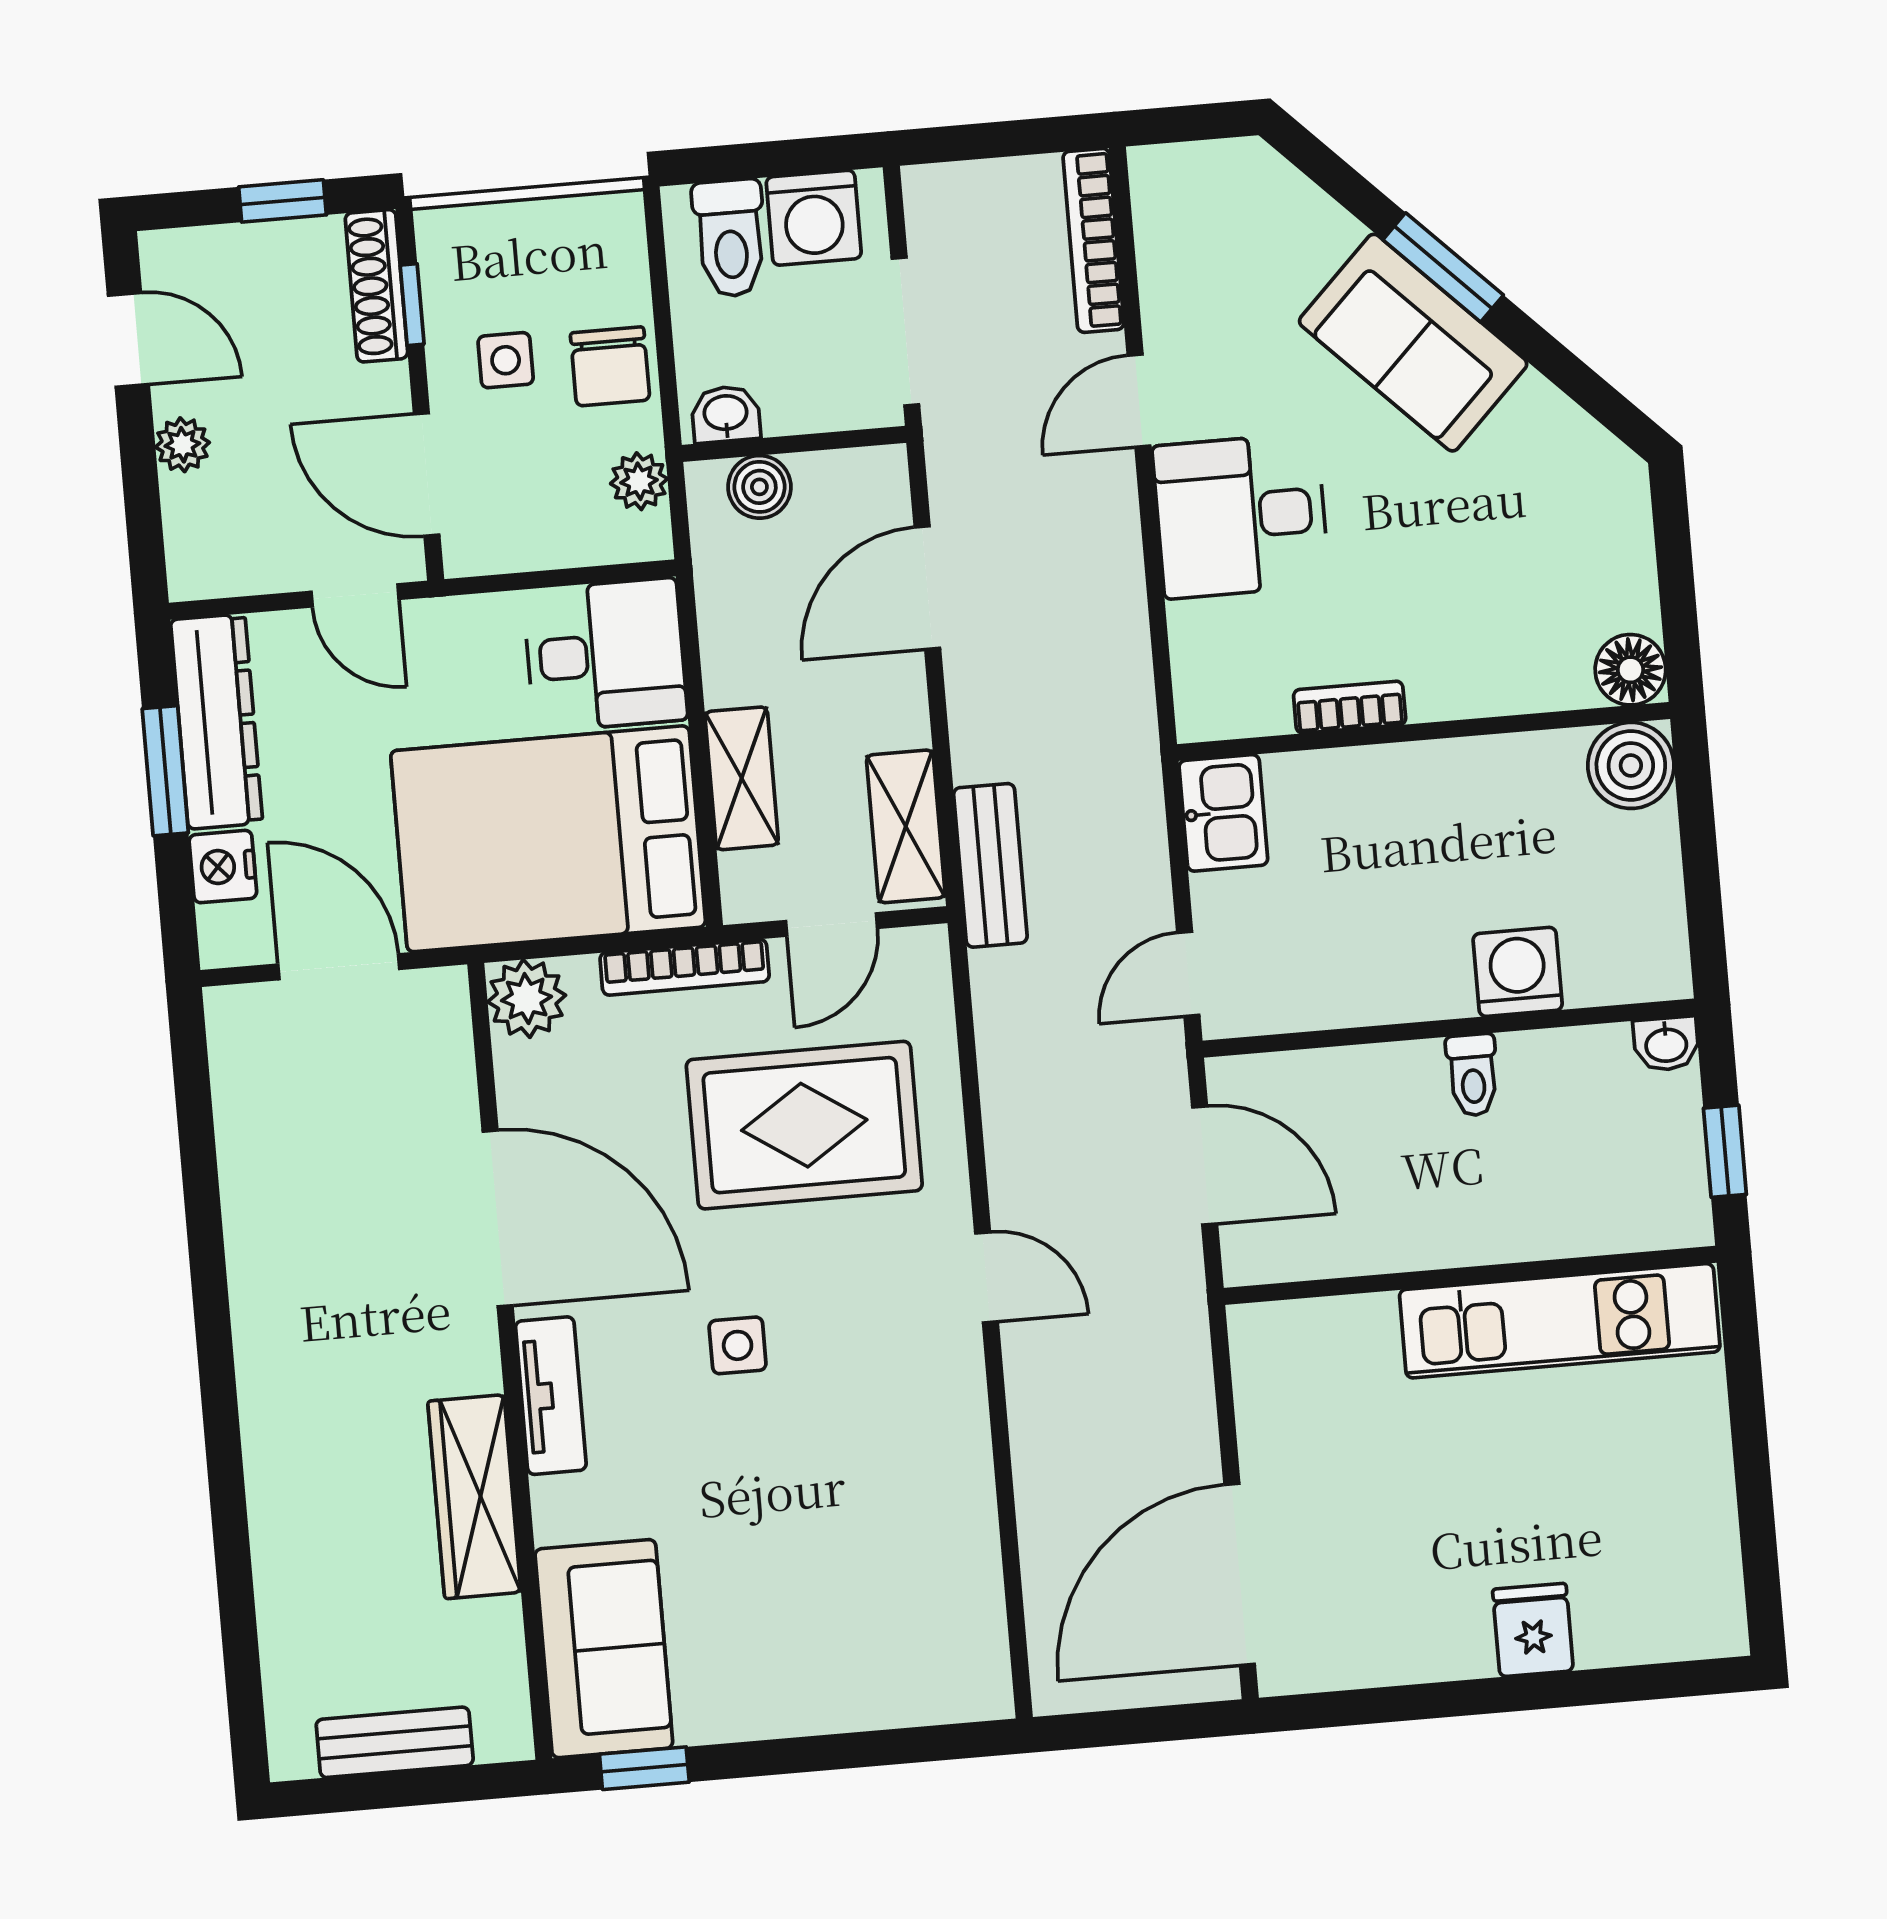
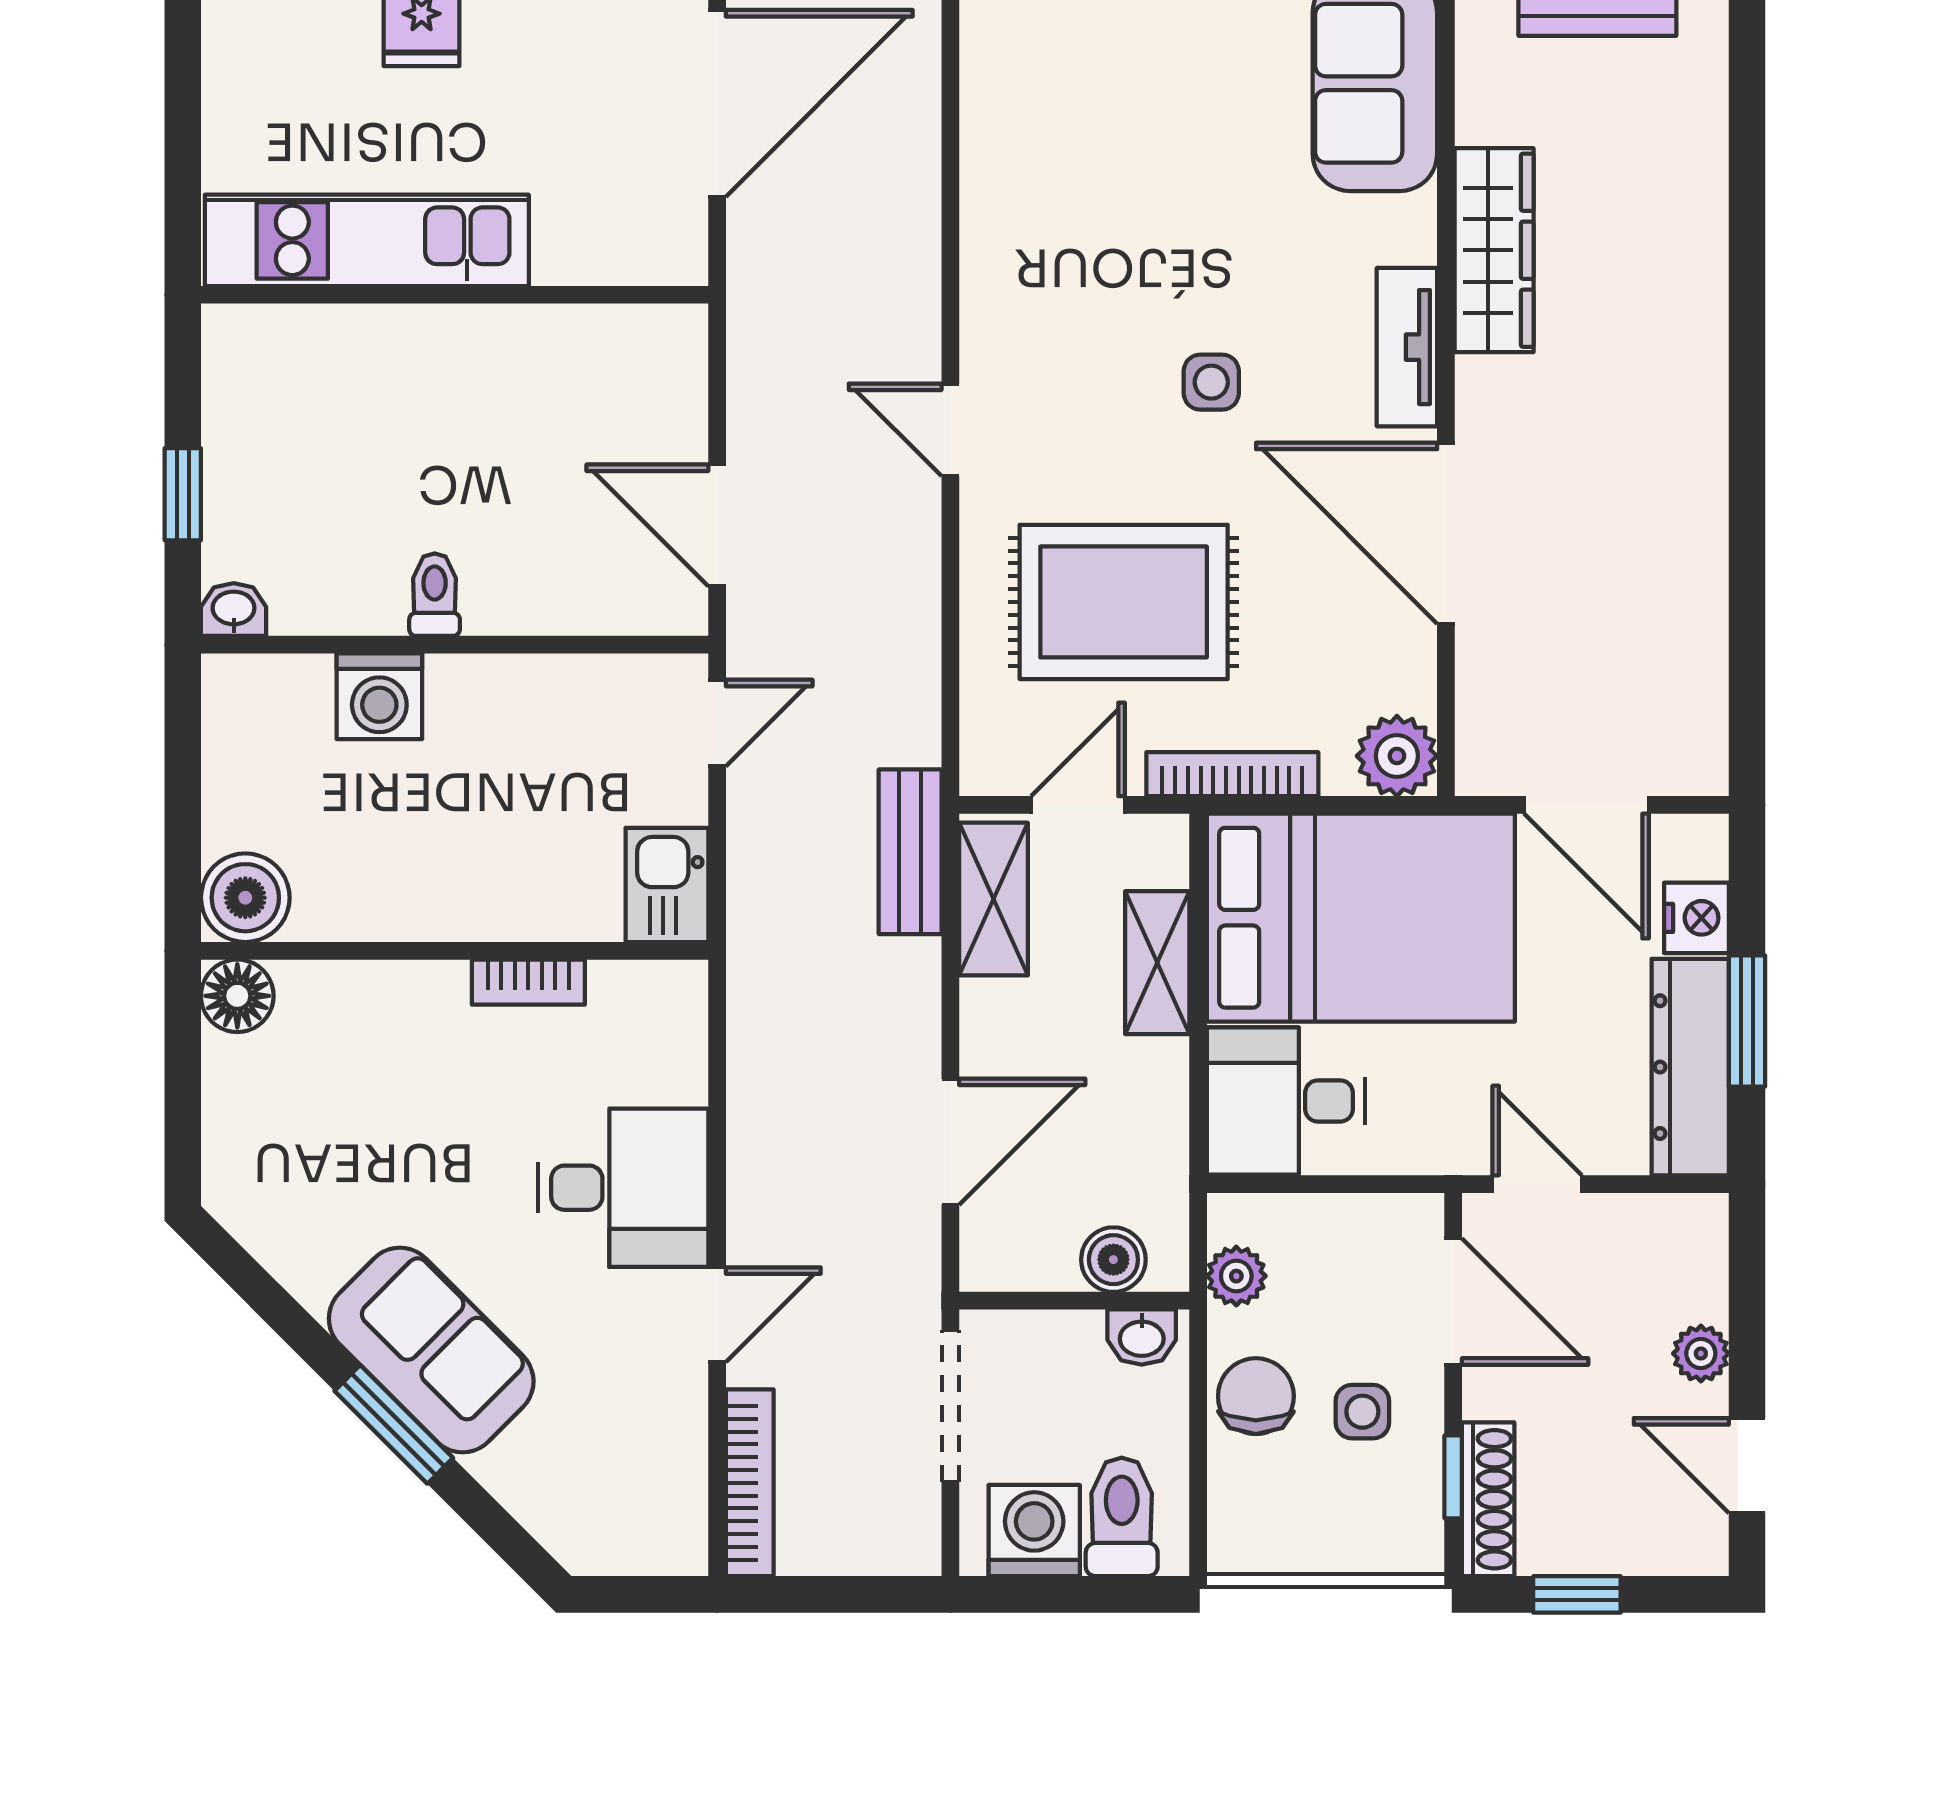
wall: (1470, 1275) -> (455, 295), moved
kitchen unit: (1560, 1321) -> (367, 240), moved

